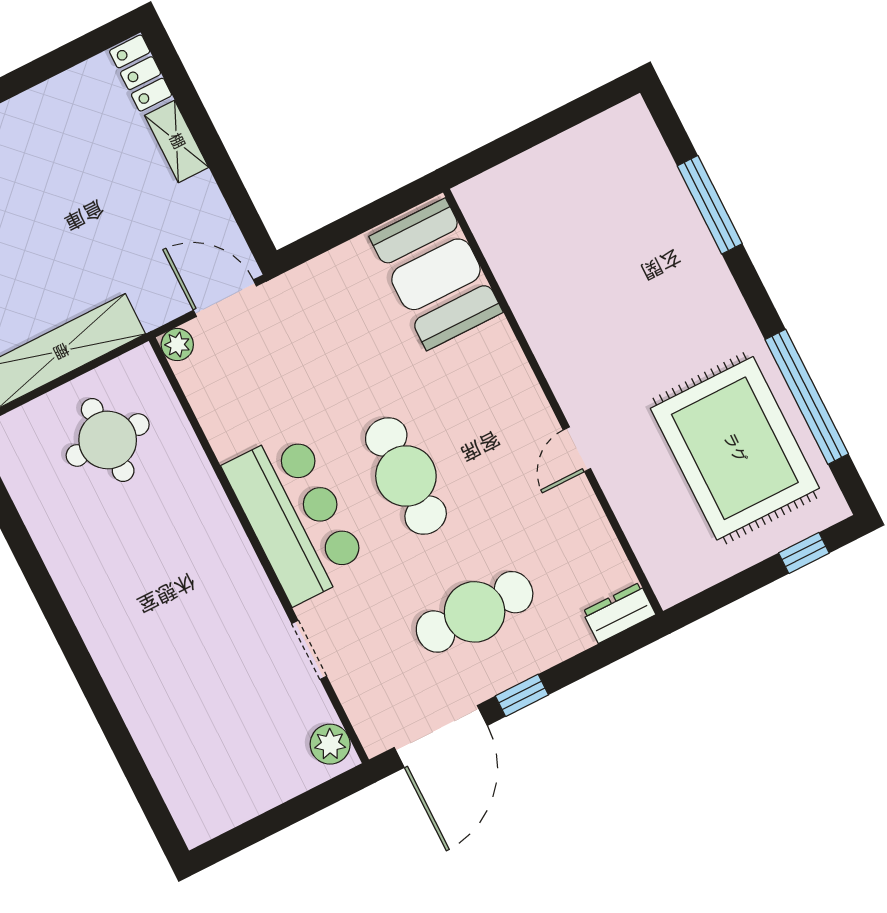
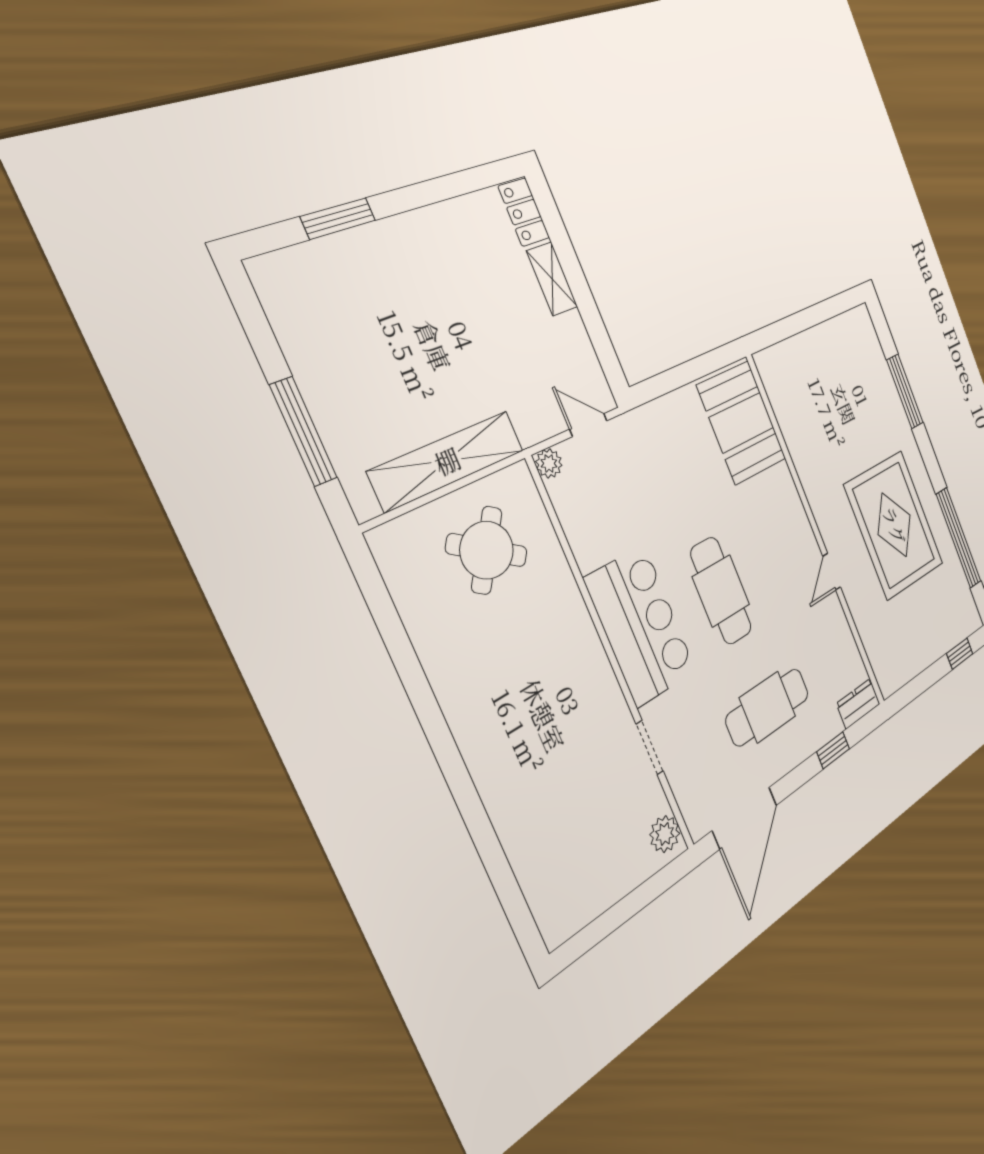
door: (225, 298) -> (588, 425), width x0.73
round table: (108, 440) -> (487, 550), turned 34
rug: (735, 448) -> (894, 525), moved
window: (522, 695) -> (833, 750), moved

